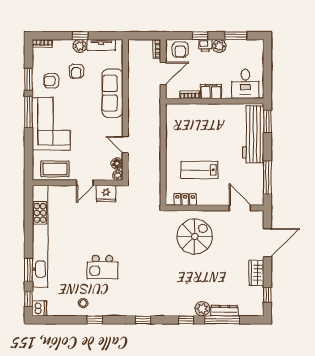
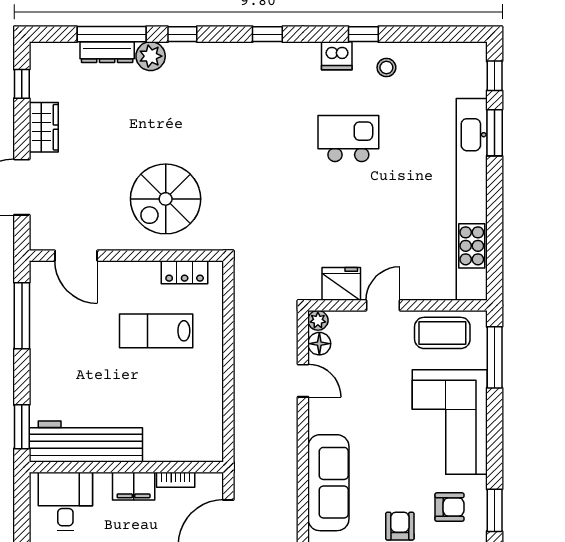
window: (29, 112) -> (495, 357), moved
workbench: (253, 134) -> (86, 442), moved, turned -90
lab bench: (200, 170) -> (156, 331), turned 180
dishwasher: (39, 308) -> (337, 56), moved, turned -90

